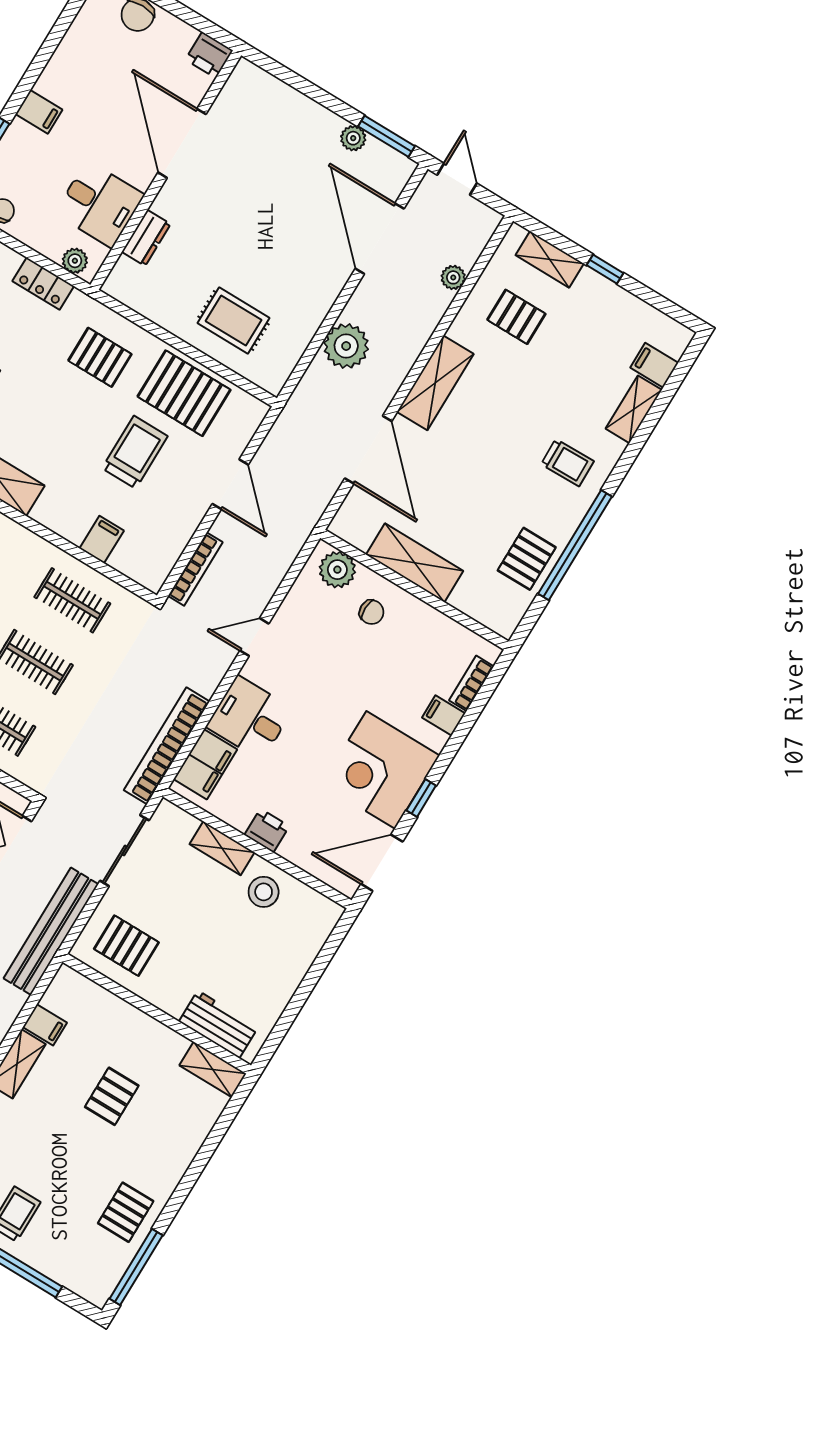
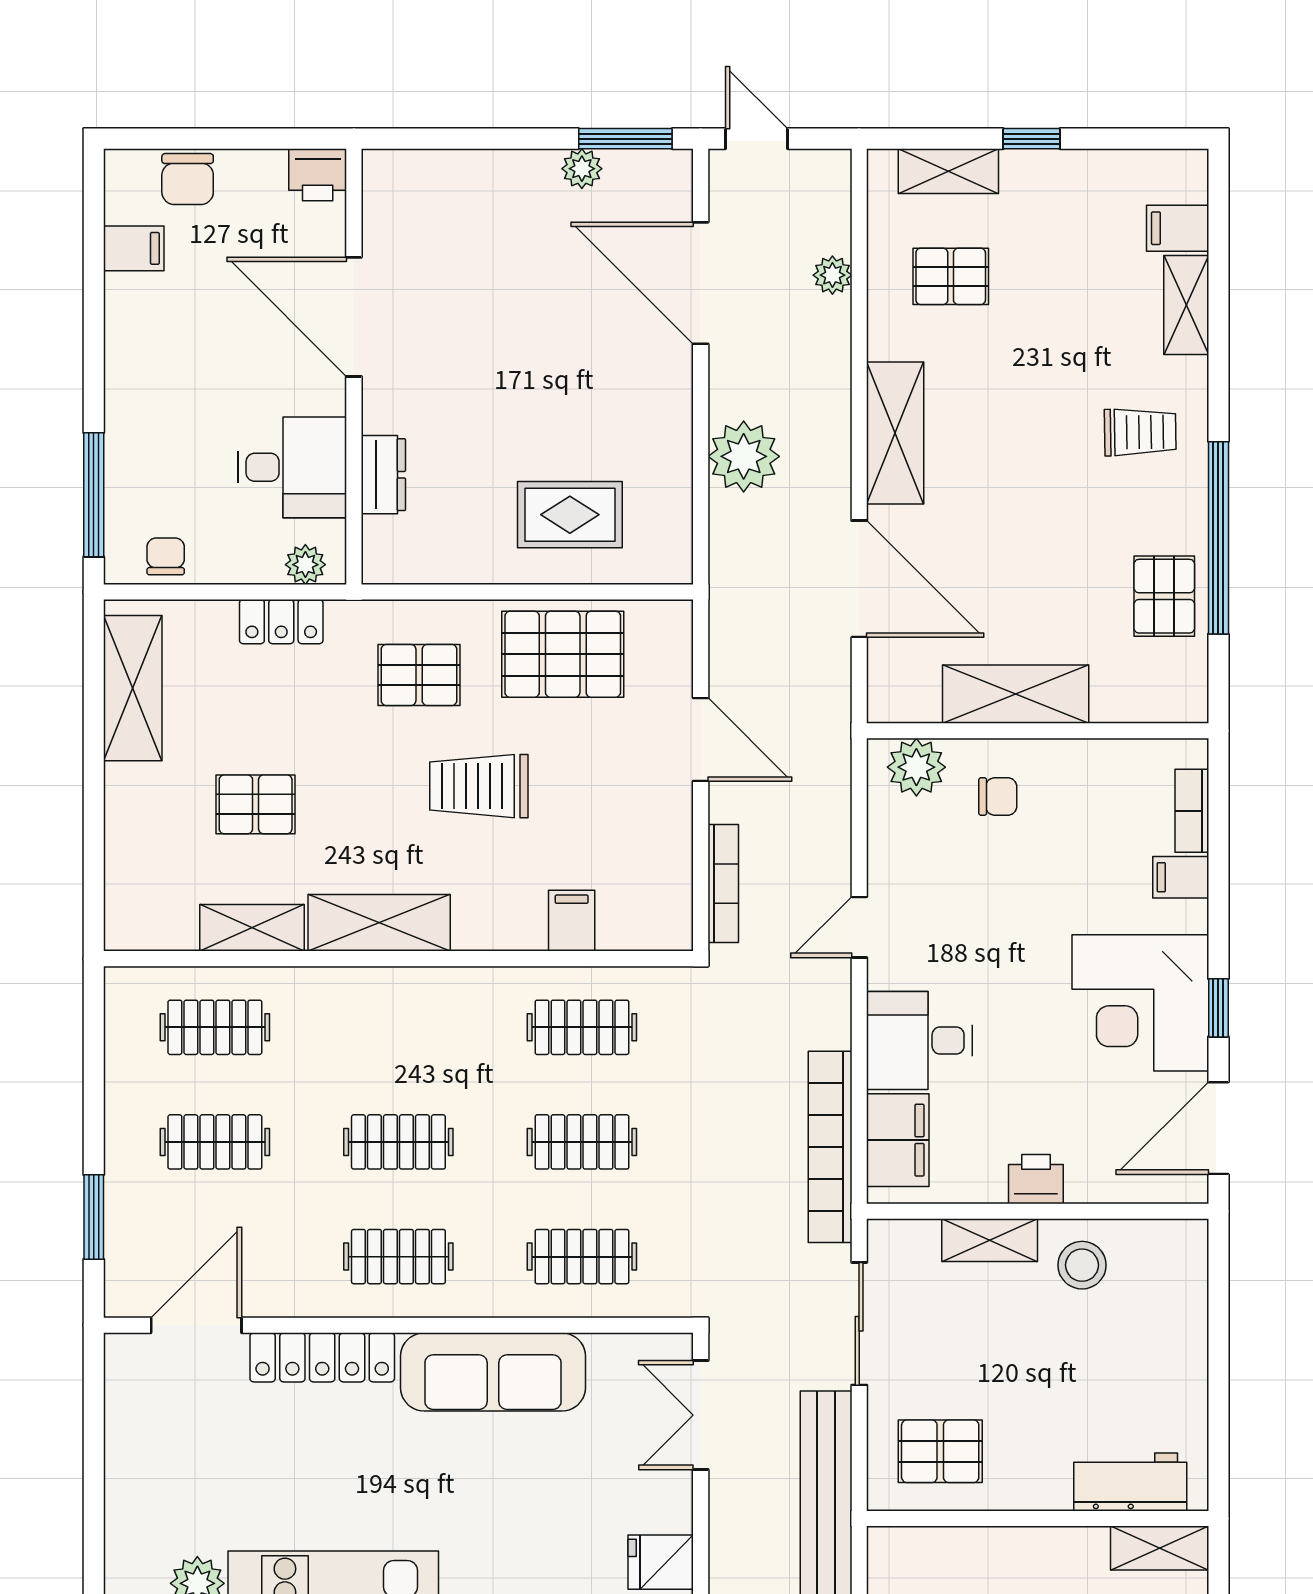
filing cabinet: (39, 112) -> (134, 248), moved
trolley: (135, 452) -> (479, 786), moved, turned -90

